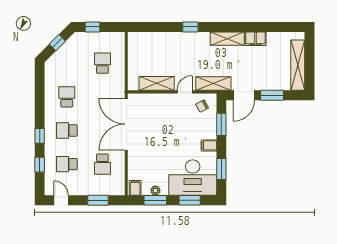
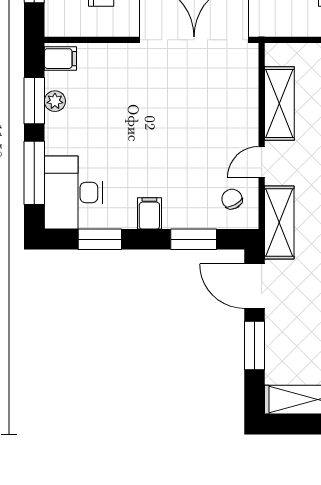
door: (185, 92) -> (262, 162), swing flipped
desk: (193, 178) -> (73, 192), width x0.73, depth x0.77
window: (190, 200) -> (34, 173), width x1.44

